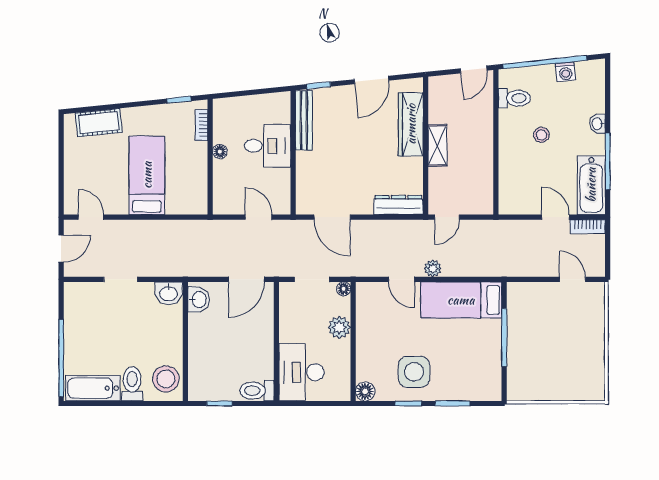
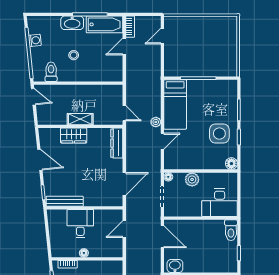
wardrobe: (411, 124) -> (74, 135), width x0.67
washbasin: (597, 124) -> (72, 23), width x1.91, depth x1.45

